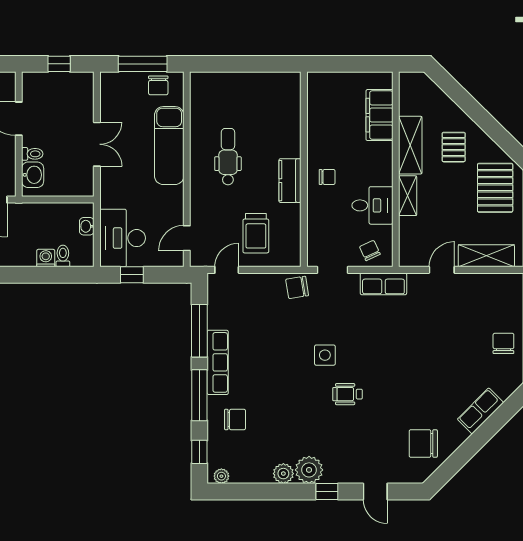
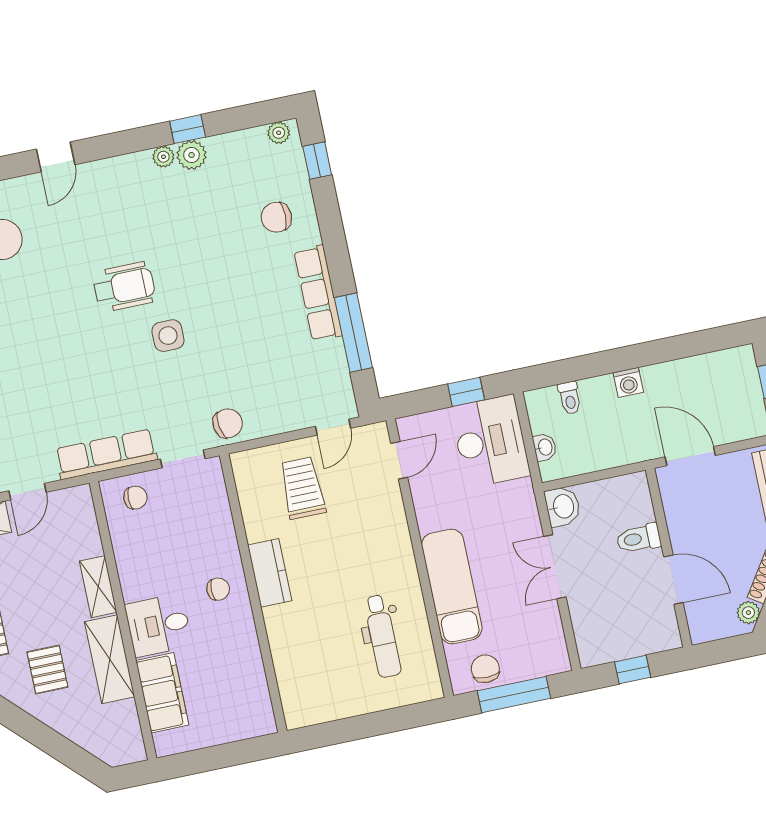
toilet: (32, 154) -> (639, 538), width x1.37, depth x1.39
dental chair: (228, 157) -> (383, 636), moved
washbasin: (33, 175) -> (563, 507), moved, turned 180
chair: (327, 177) -> (218, 589), turned 180
desk: (372, 205) -> (159, 625), moved
chair: (370, 251) -> (135, 498), turned -65
washing machine: (46, 258) -> (628, 382), moved
row of seats: (383, 284) -> (106, 454), width x1.48
wheelchair: (348, 394) -> (124, 287), width x1.36, depth x1.37
window: (199, 395) -> (334, 241), removed
plant: (309, 470) -> (163, 157), width x0.53, depth x0.53
window: (327, 492) -> (188, 129), moved
door: (375, 492) -> (56, 157), swing flipped

